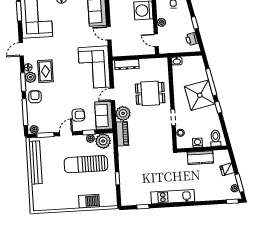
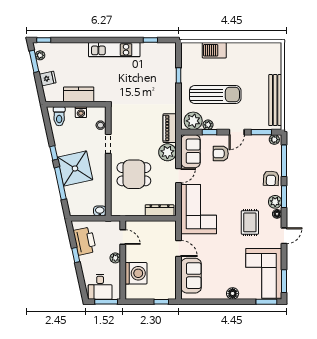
printer: (192, 39) -> (85, 241), width x1.87, depth x1.48
rug: (45, 71) -> (250, 222), moved

